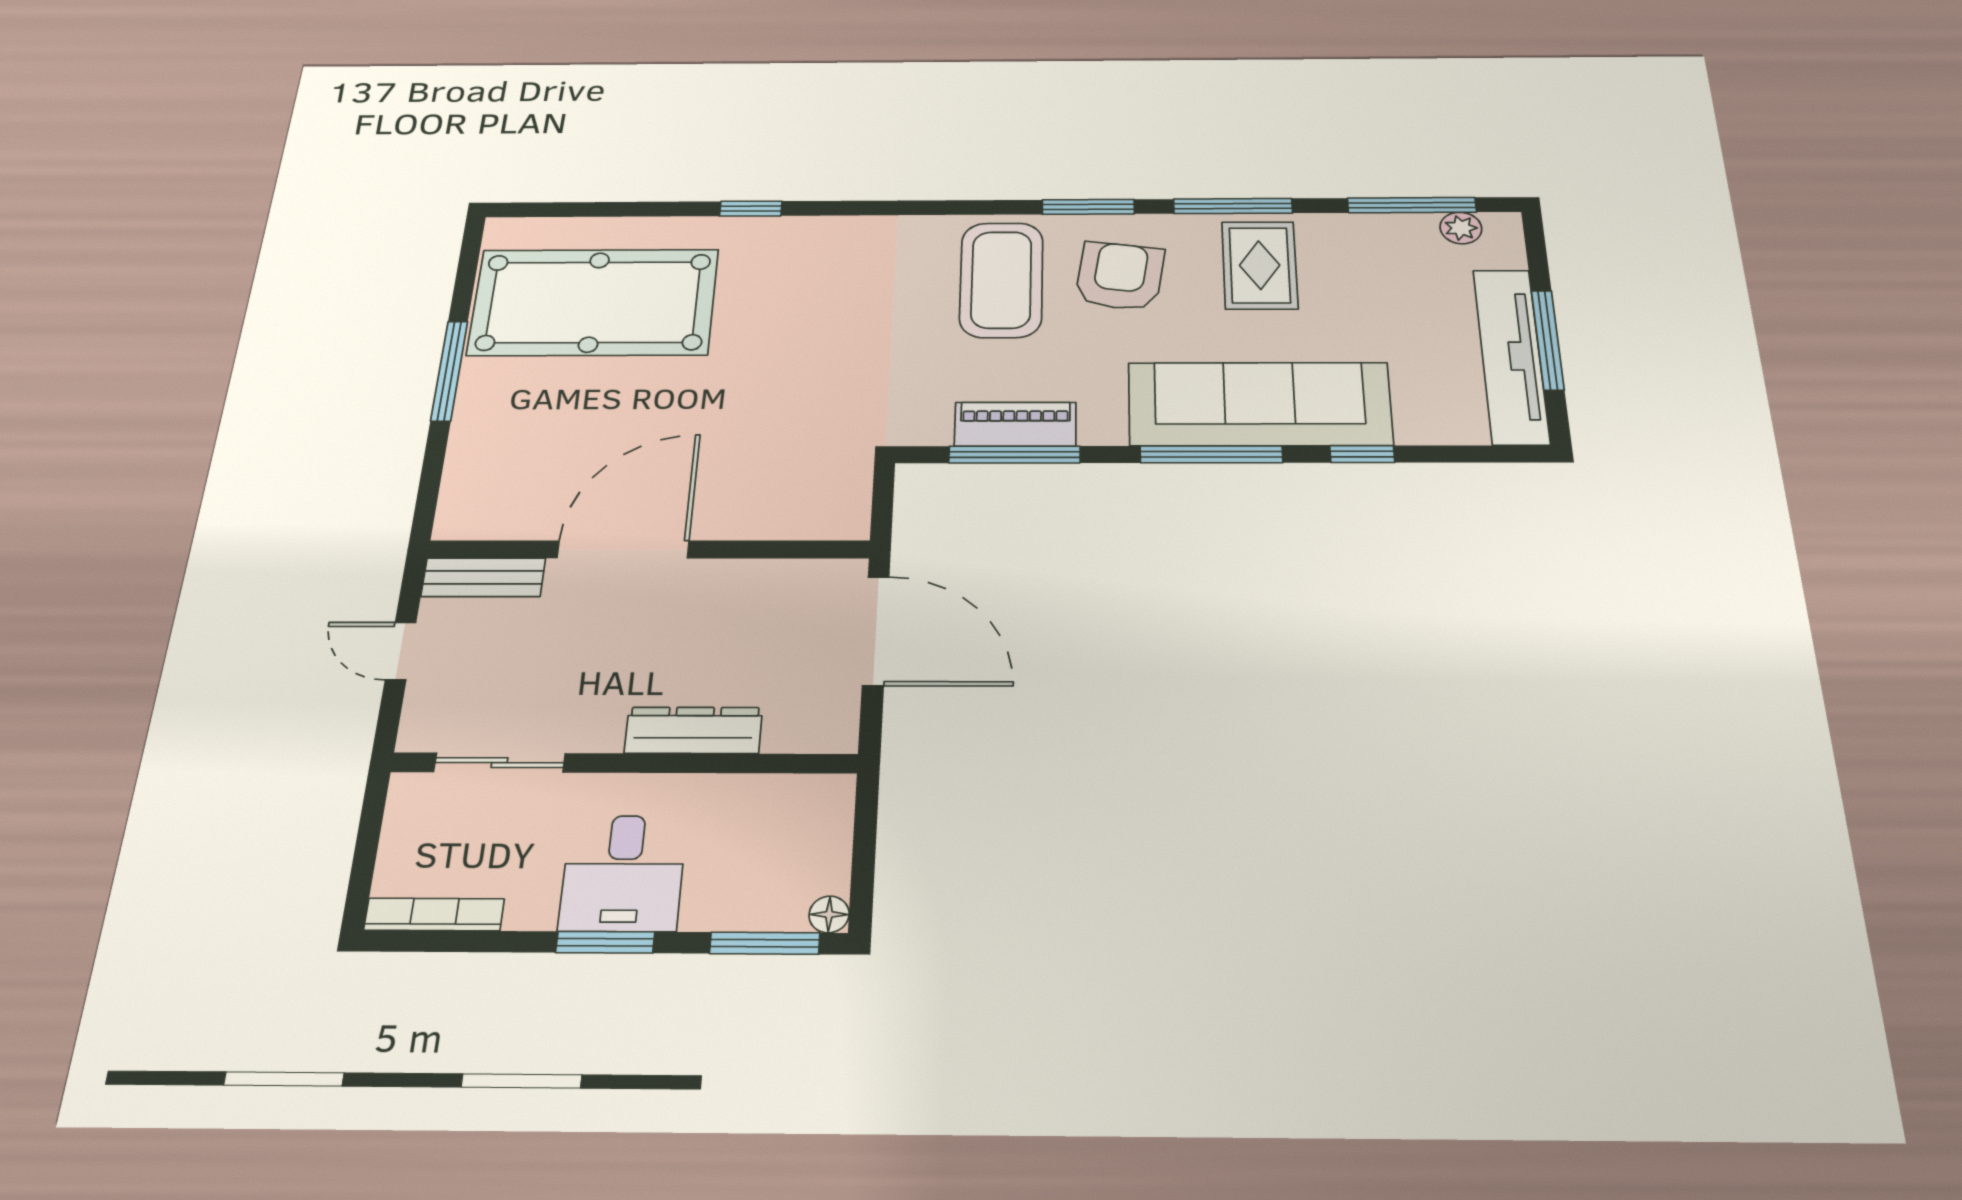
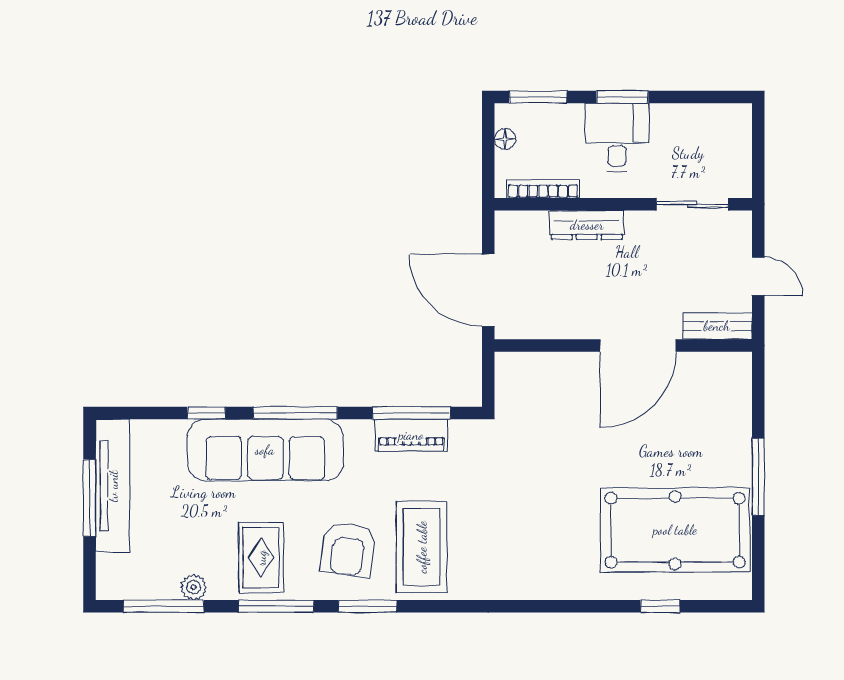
window: (751, 209) -> (660, 606), moved
plant: (1461, 228) -> (194, 587), moved
bookcase: (434, 914) -> (543, 189), moved, turned 180
floor lamp: (829, 914) -> (505, 139), moved

